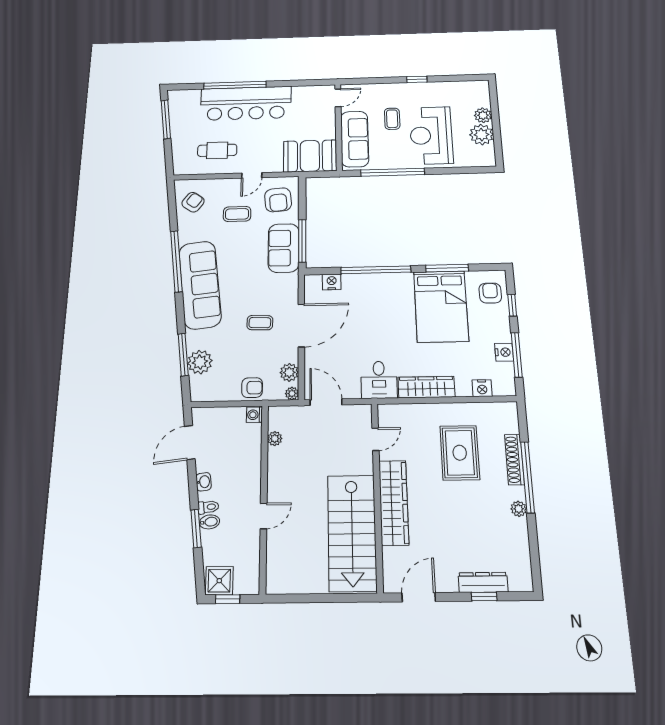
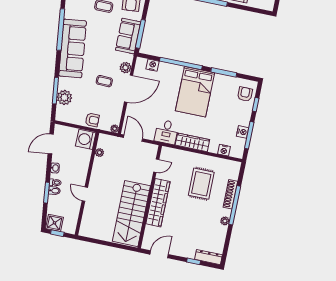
bed: (441, 306) -> (195, 92), moved
plant: (289, 372) -> (126, 68), moved
washing machine: (254, 415) -> (86, 139), width x1.89, depth x1.89
door: (264, 516) -> (85, 194), swing flipped
dresser: (483, 582) -> (208, 257), moved

